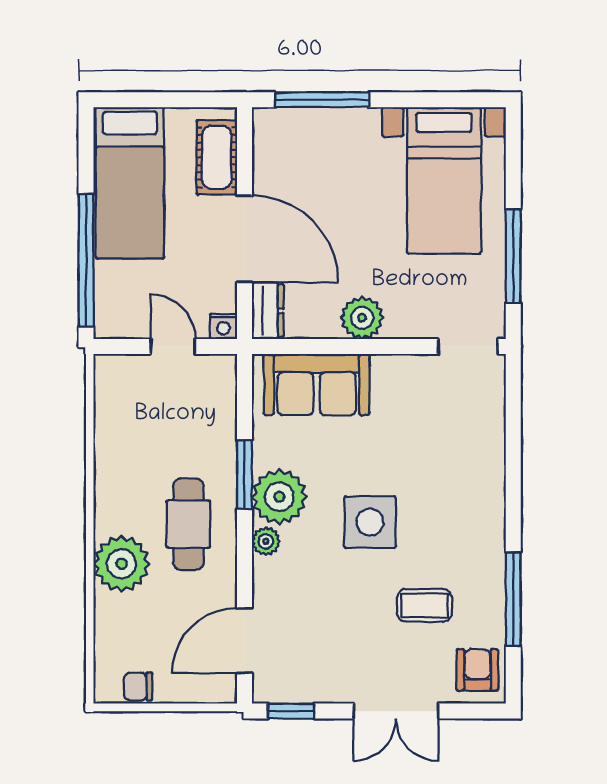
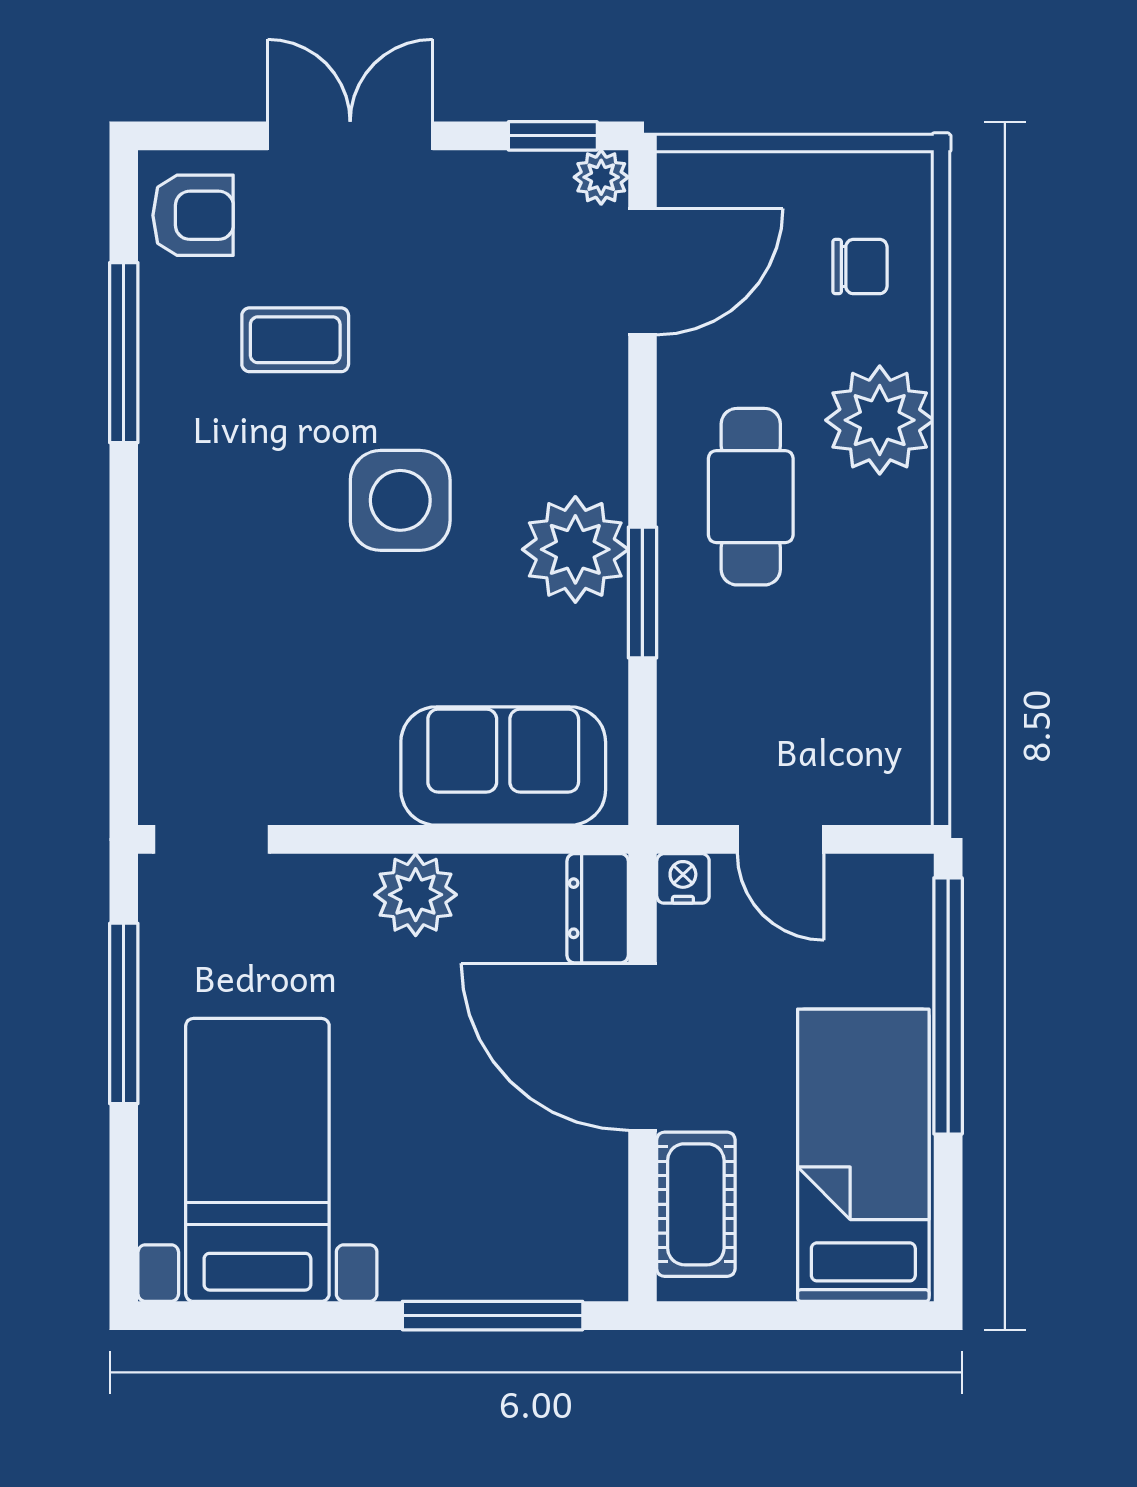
plant: (266, 541) -> (601, 177), moved
armchair: (477, 670) -> (193, 215), turned -90
chair: (138, 686) -> (860, 267), moved

